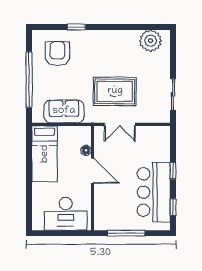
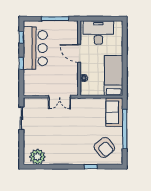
armchair: (57, 54) -> (104, 147), turned -39
rug: (115, 91) -> (63, 120), removed
sofa: (64, 111) -> (114, 112), moved, turned 90
double door: (120, 124) -> (60, 97), swing flipped
door: (93, 171) -> (79, 53), moved

